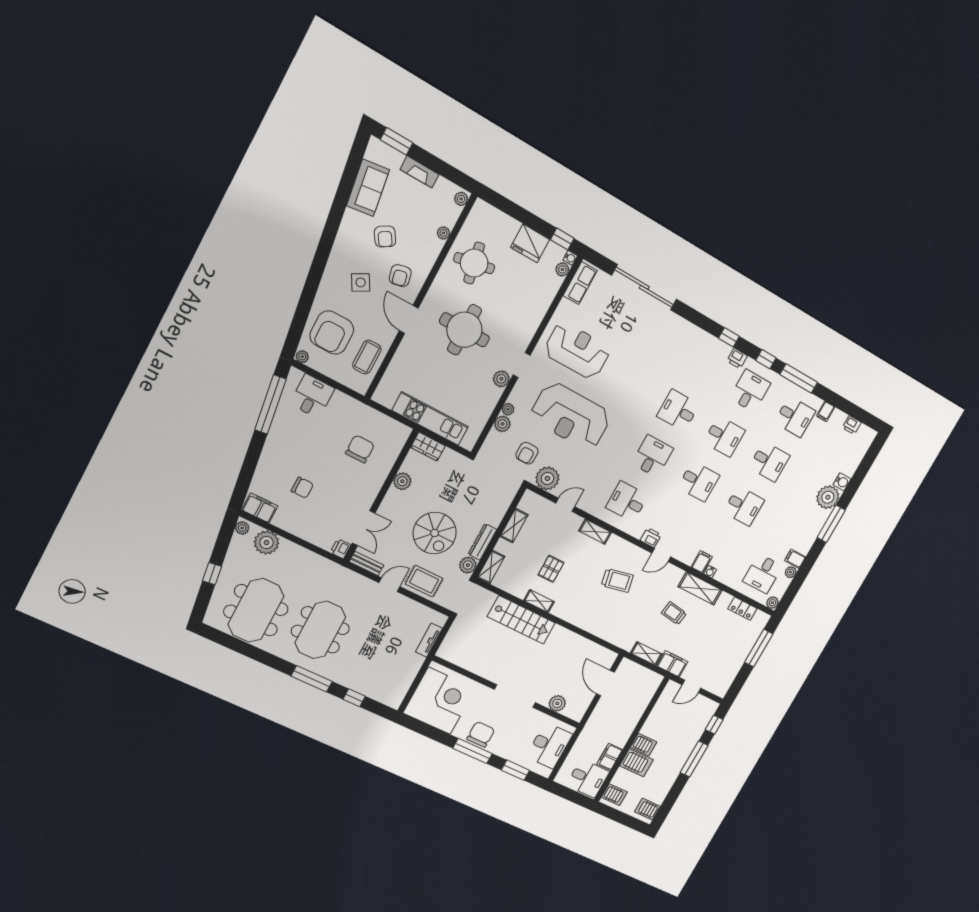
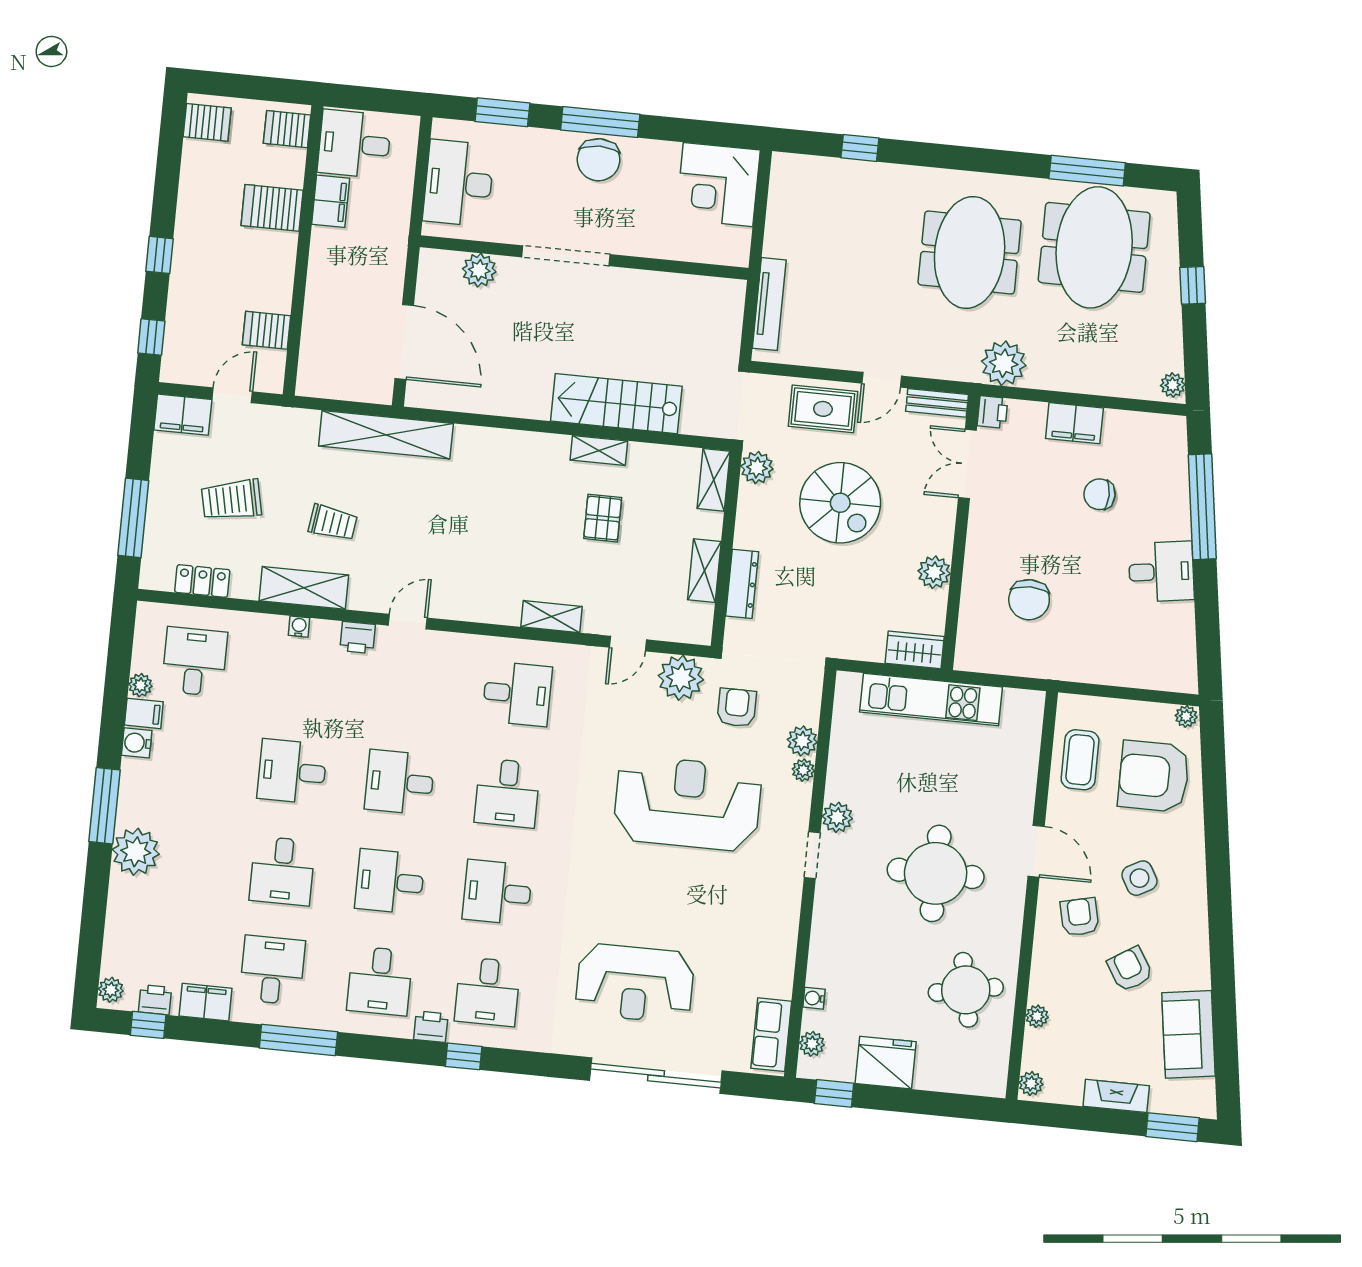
water cooler: (570, 258) -> (814, 998), moved
armchair: (332, 333) -> (1154, 776), turned -90
reception desk: (577, 350) -> (635, 983), moved
window: (766, 359) -> (148, 1025), moved
desk: (704, 364) -> (487, 992), added
desk: (312, 396) -> (1161, 572), moved, turned -98
window: (270, 405) -> (1202, 507), moved
desk: (678, 410) -> (497, 892), turned 180
filing cabinet: (826, 411) -> (206, 1002), width x2.00
desk: (795, 417) -> (272, 970), turned 90
desk: (769, 462) -> (282, 871), turned -90
water cooler: (842, 482) -> (137, 743), moved
filing cabinet: (260, 508) -> (1074, 423), moved
spiral stairs: (435, 533) -> (840, 503), turned 180
printer: (651, 537) -> (358, 638), moved
dresser: (482, 542) -> (742, 584), moved
plant: (266, 543) -> (1004, 363), moved
filing cabinet: (702, 562) -> (324, 638), removed
trolley: (617, 580) -> (231, 500), moved
plant: (772, 603) -> (111, 990), moved
tv unit: (429, 640) -> (769, 304), width x1.41
shelving: (646, 654) -> (386, 435), width x2.20, depth x1.33
filing cabinet: (672, 664) -> (183, 415), moved
window: (312, 679) -> (1087, 171), moved
door: (605, 683) -> (404, 342), width x1.36
corner desk: (439, 701) -> (718, 185), width x0.74, depth x0.74
server rack: (643, 745) -> (267, 330), moved
window: (694, 759) -> (159, 255), width x0.46

